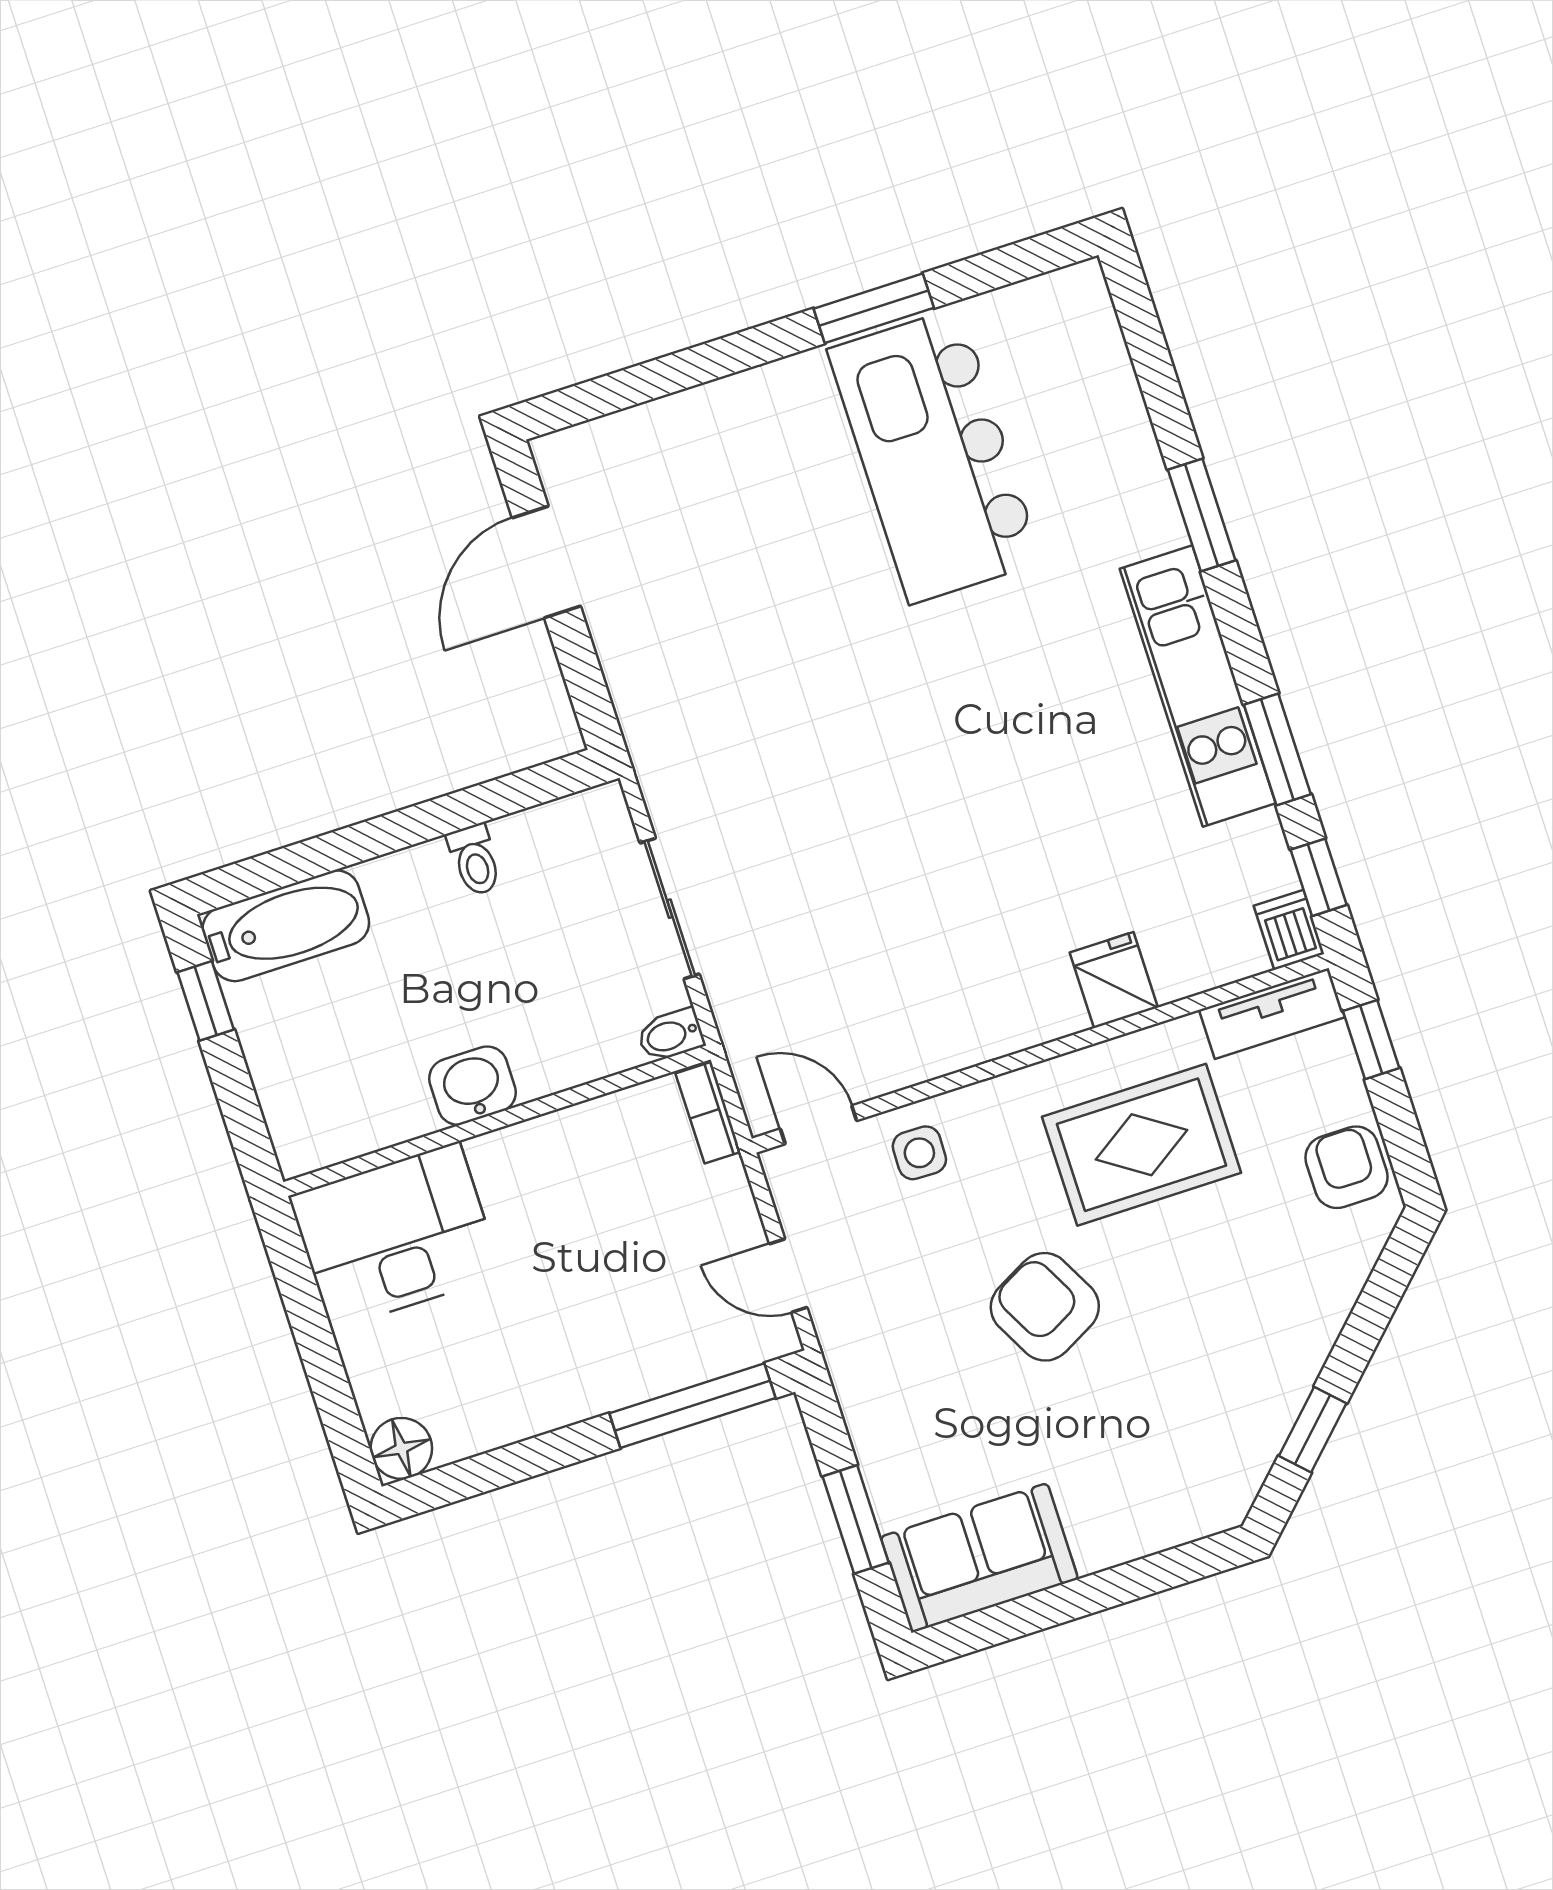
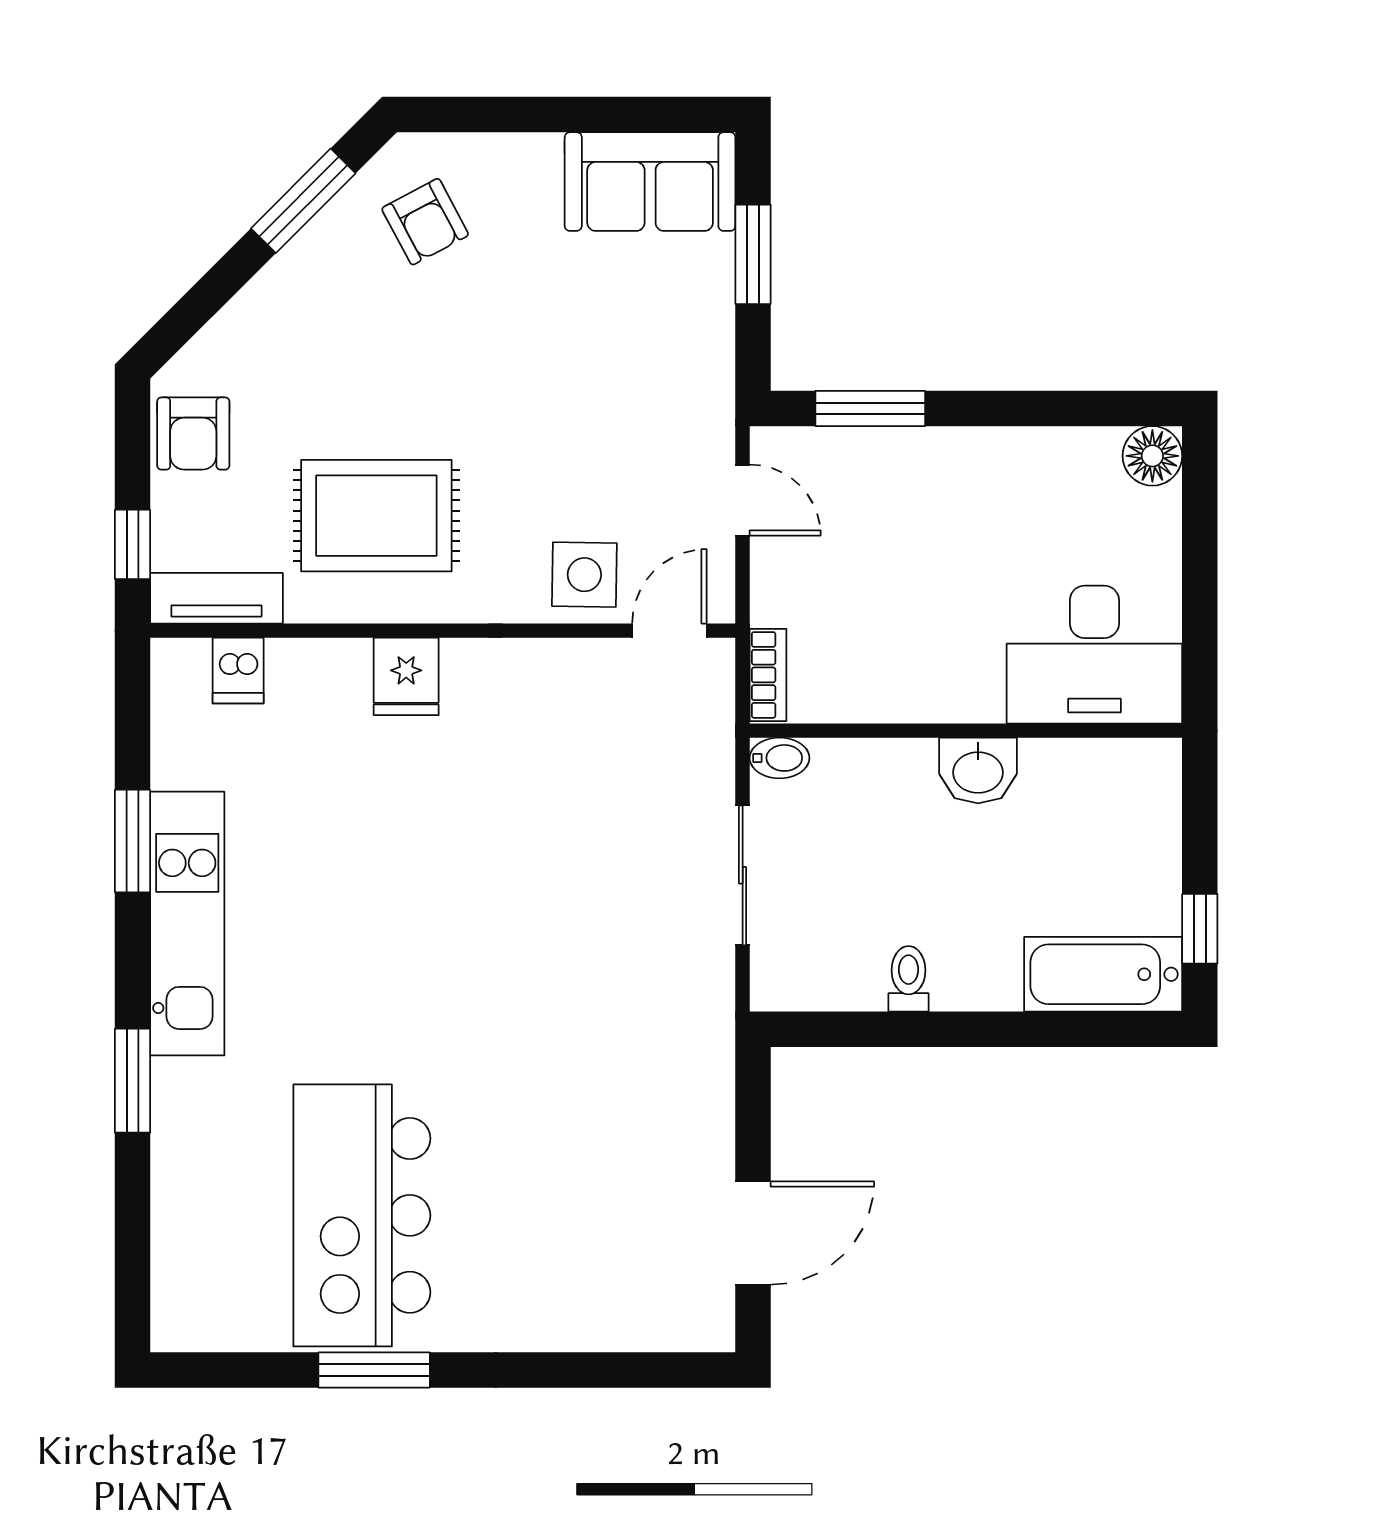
kitchen island: (935, 456) -> (362, 1215), turned 180
window: (1319, 877) -> (132, 710), removed
dishwasher: (1289, 930) -> (238, 671), moved
fridge: (1114, 980) -> (406, 676), moved
door: (819, 1125) -> (669, 631), swing flipped
side table: (919, 1153) -> (584, 575), width x1.37, depth x1.37
armchair: (1045, 1307) -> (425, 222), moved, width x0.72, depth x0.72
window: (692, 1406) -> (870, 408), width x0.69
window: (1313, 1430) -> (303, 201), width x1.50

